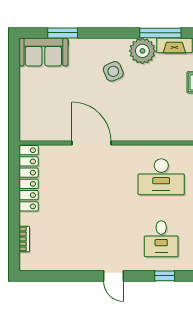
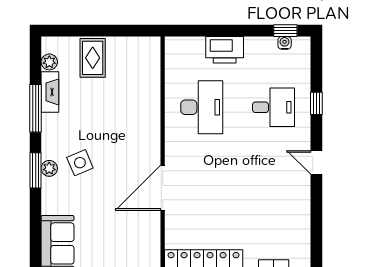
window: (63, 33) -> (36, 170), moved
plant: (142, 51) -> (49, 168), moved, width x0.53, depth x0.53
door: (114, 276) -> (316, 162), swing flipped

